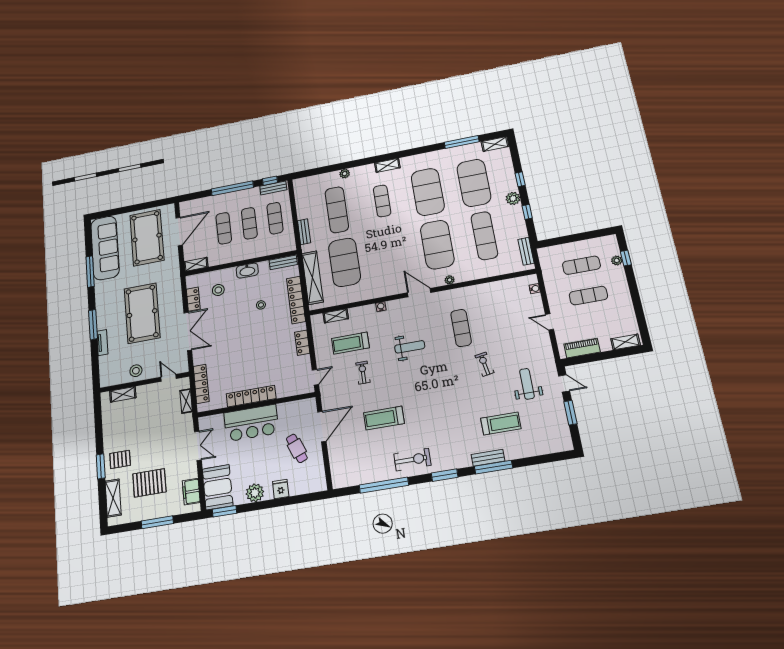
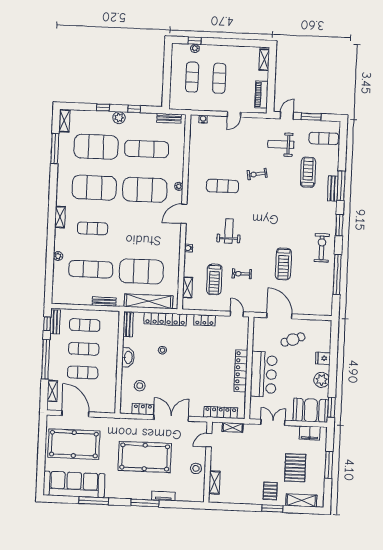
shelving: (196, 264) -> (52, 391), moved
exercise mat: (547, 434) -> (324, 138), added

